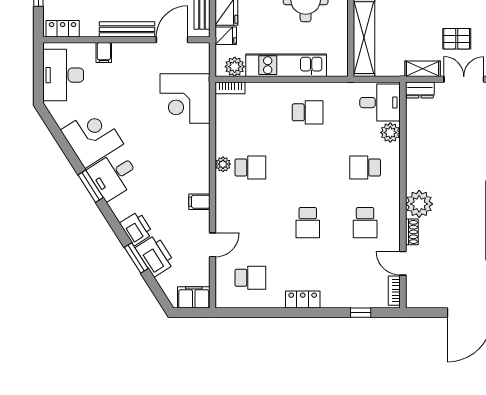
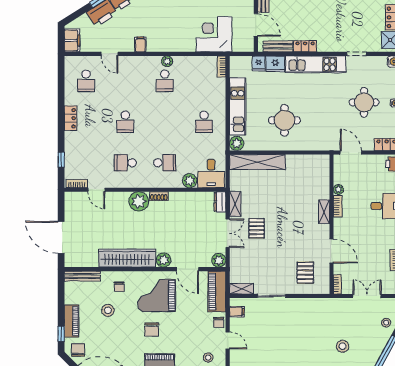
plant: (235, 67) -> (237, 143), moved
school desk: (365, 167) -> (165, 163), turned 90
school desk: (308, 223) -> (125, 122), turned -90
shoe rack: (412, 232) -> (159, 196), moved
door: (403, 263) -> (96, 190), swing flipped

